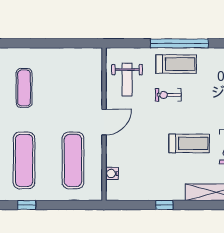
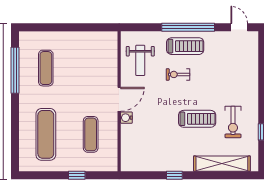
exercise mat: (73, 160) -> (91, 134), width x0.73, depth x0.69
water cooler: (112, 173) -> (126, 118), moved
window: (27, 205) -> (77, 175), moved

